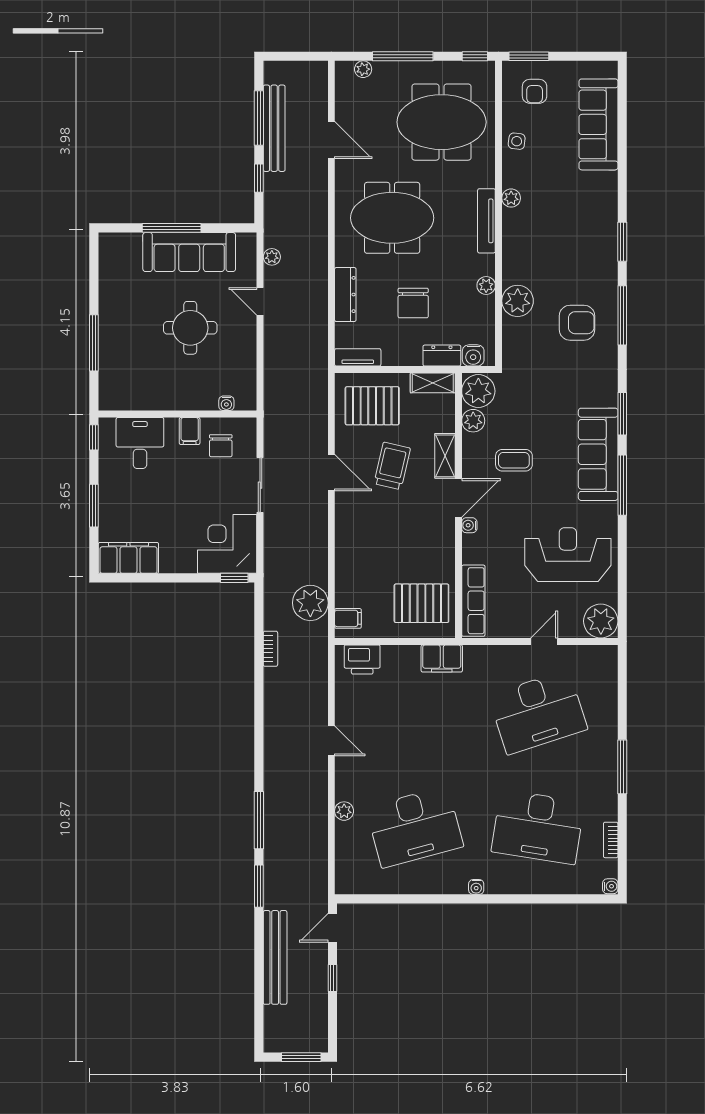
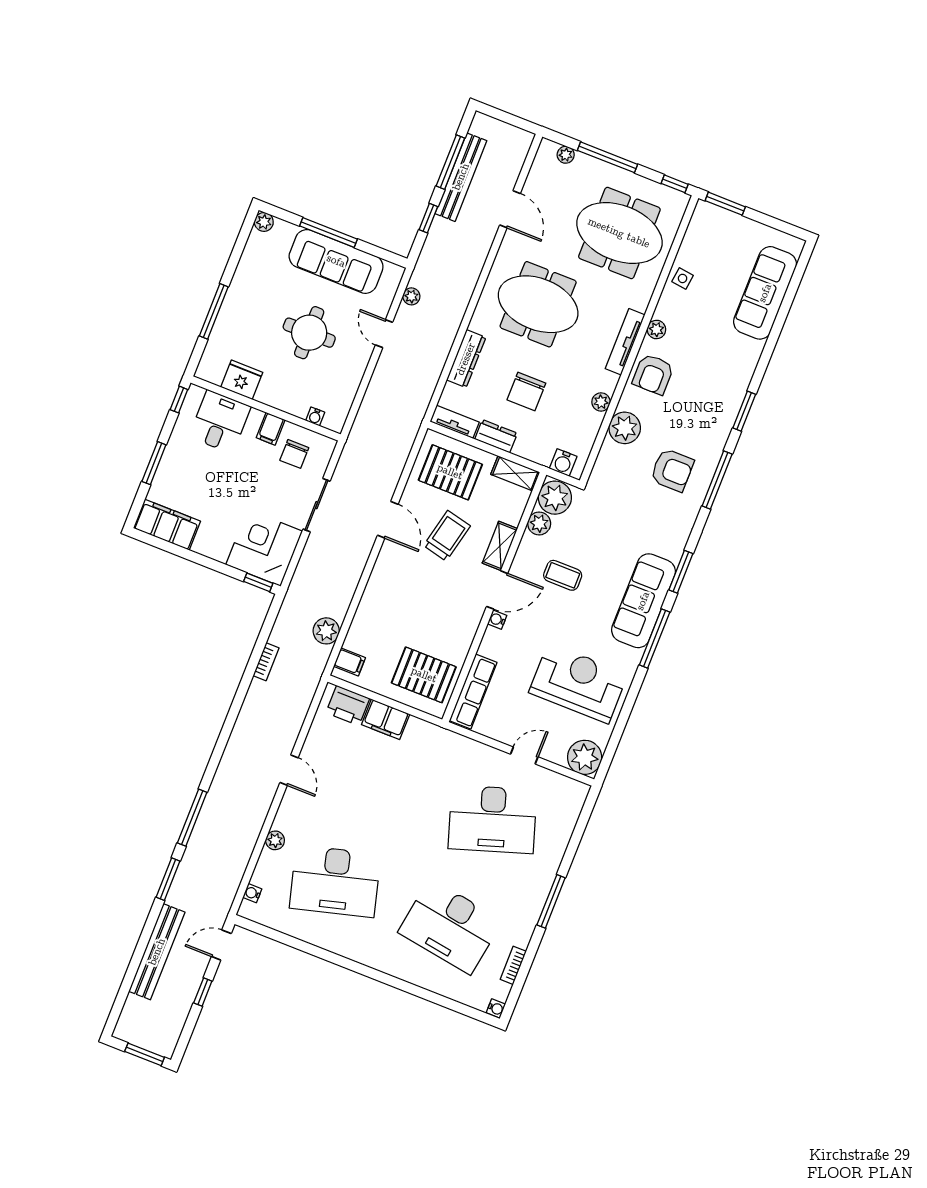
armchair: (535, 91) -> (653, 374), moved, width x1.38, depth x1.38
plant: (108, 242) -> (264, 222), added
dresser: (442, 356) -> (496, 436), moved
fridge: (145, 396) -> (242, 380), added
plant: (310, 603) -> (326, 631), width x0.73, depth x0.73
filing cabinet: (442, 658) -> (386, 719), moved
water cooler: (476, 887) -> (252, 893), moved, turned 90

